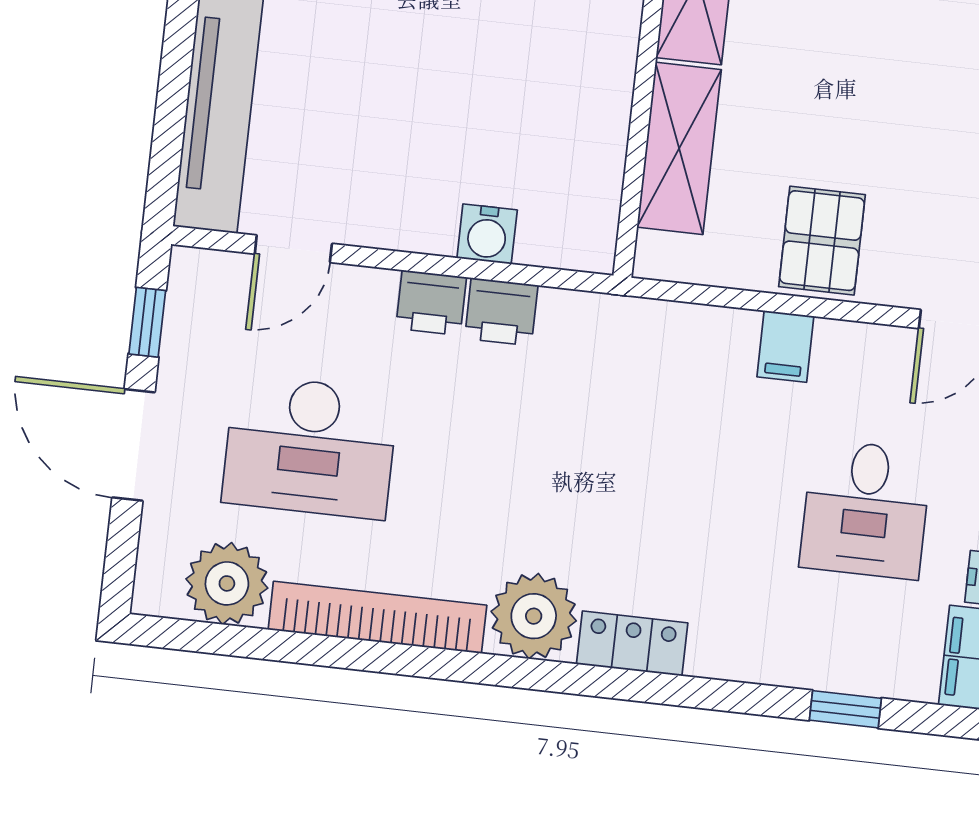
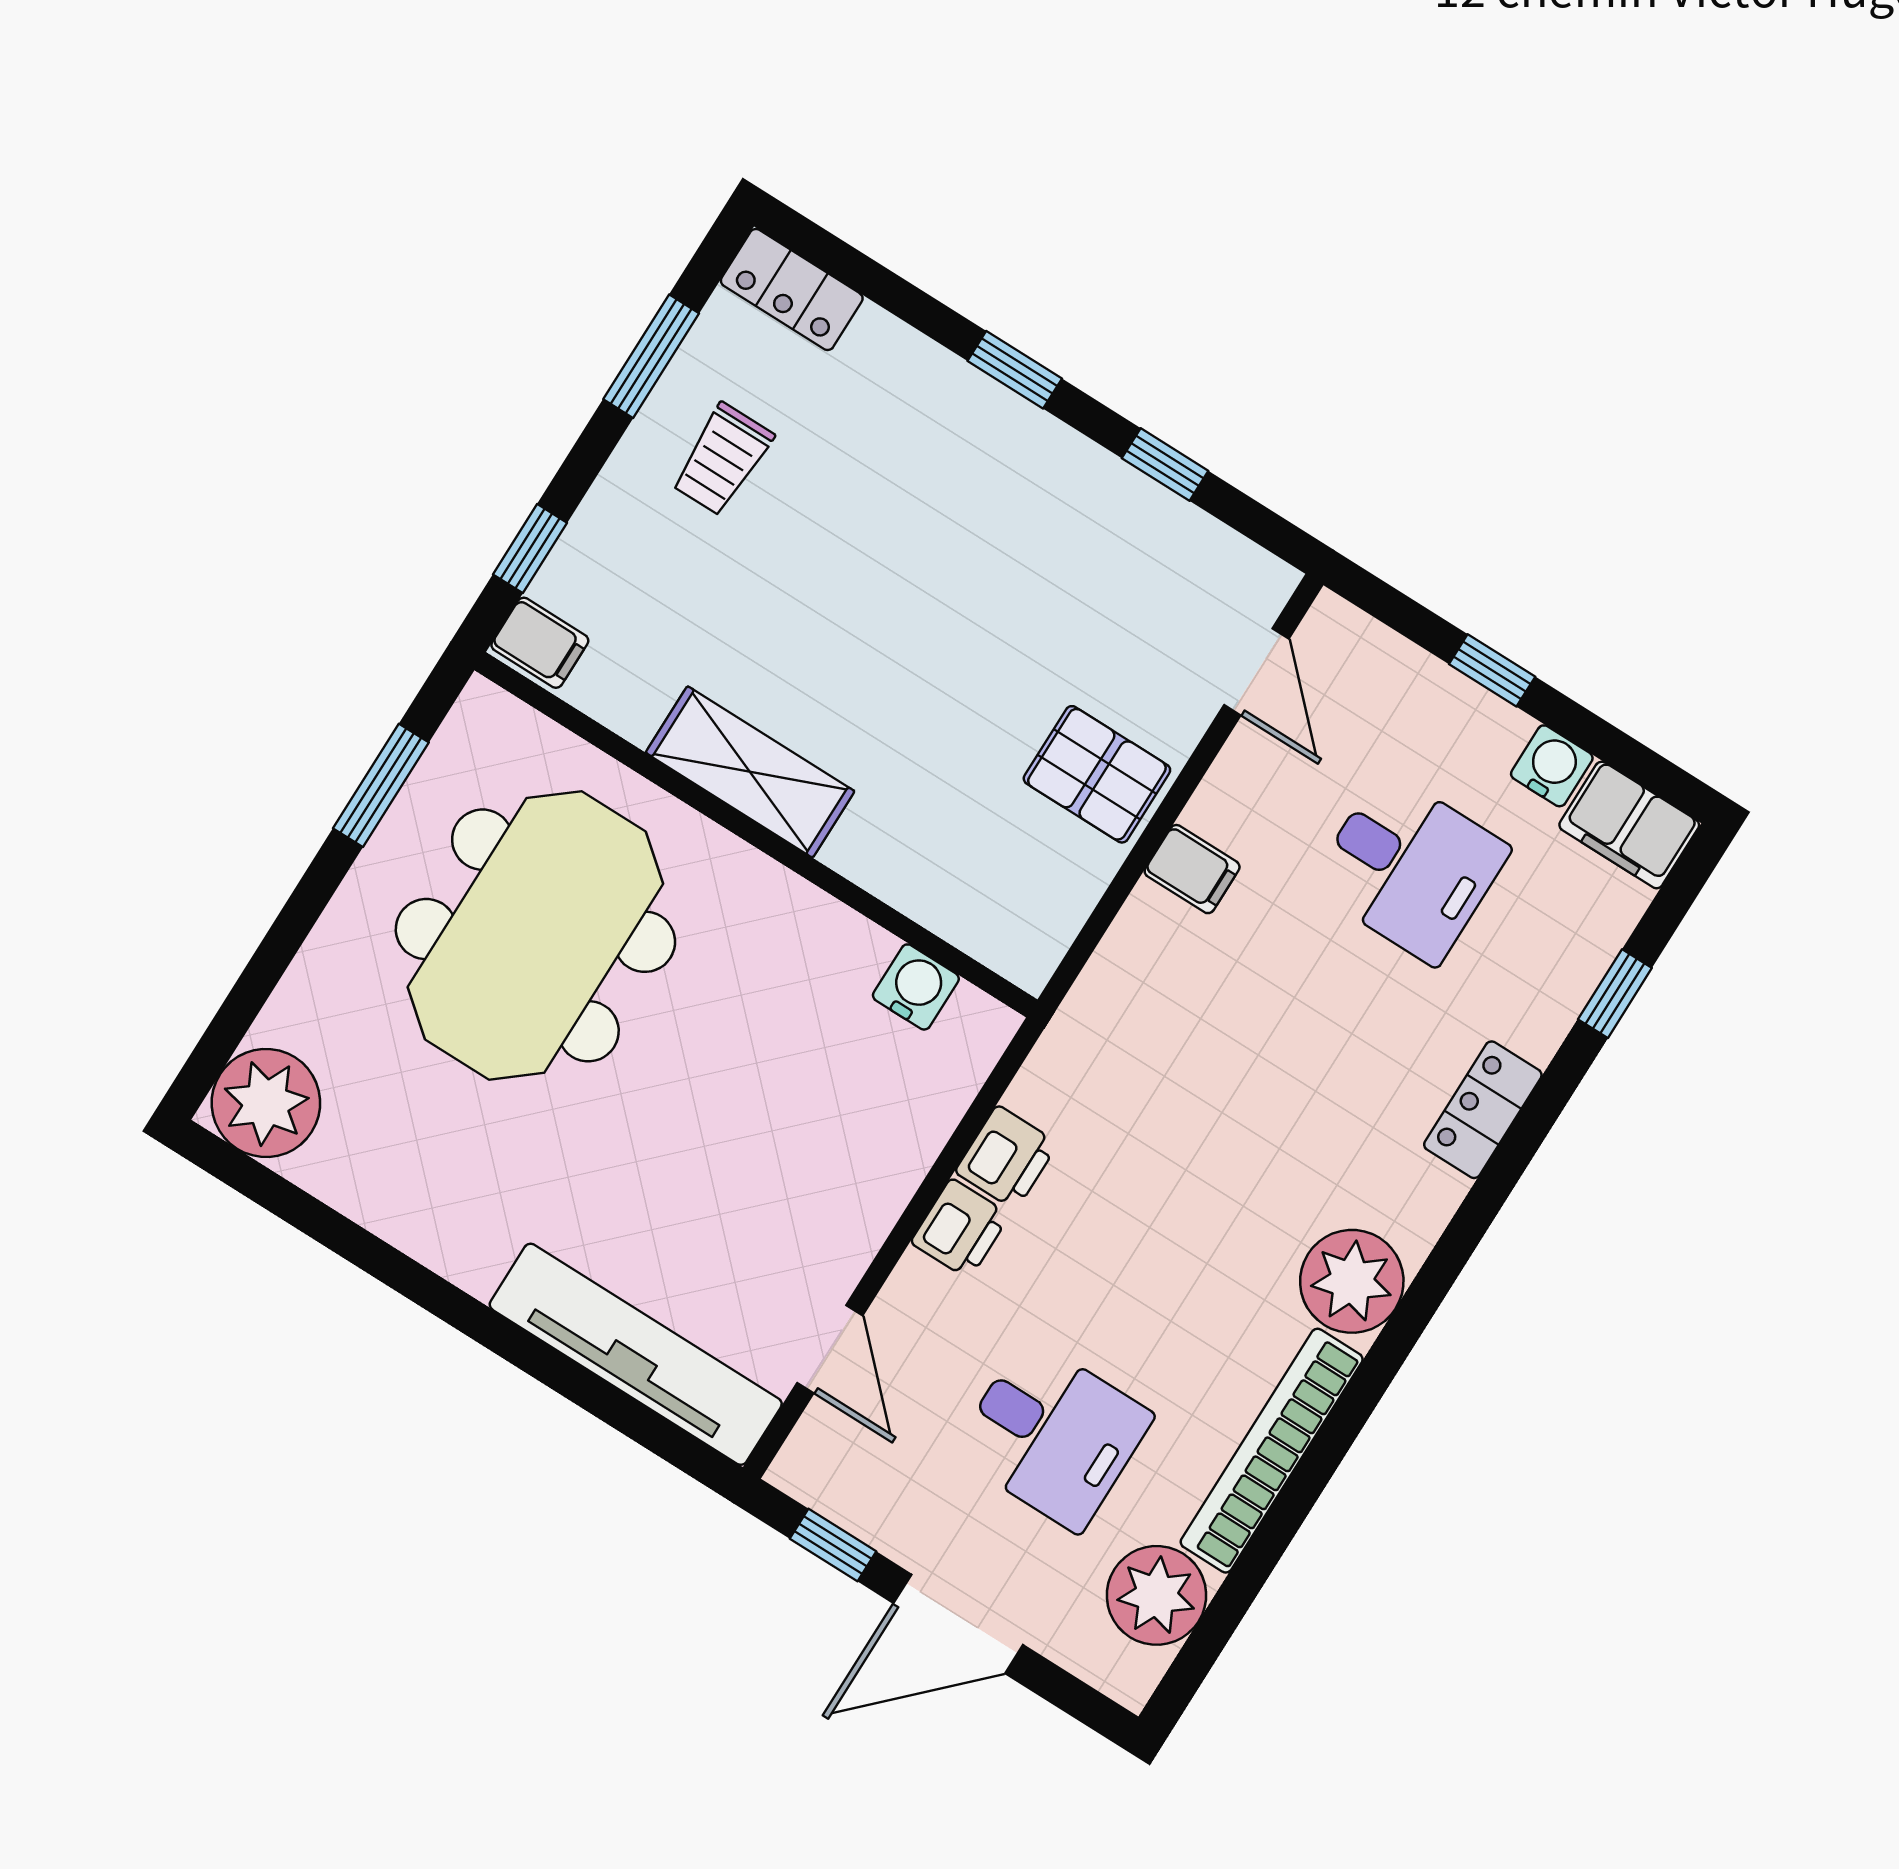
shelving: (679, 148) -> (923, 880), removed
water cooler: (487, 234) -> (916, 987), moved, turned -90
desk: (310, 447) -> (1053, 1434), width x0.73
locker: (632, 644) -> (1483, 1110), moved

